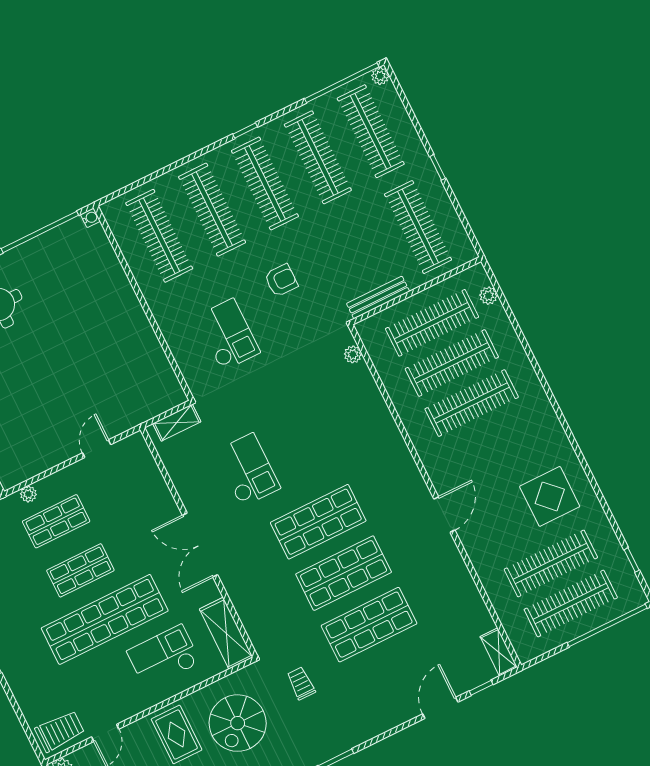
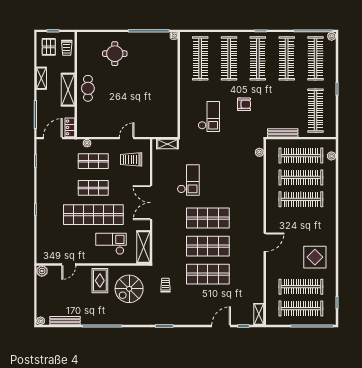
trolley: (60, 731) -> (131, 159), moved, turned 180

